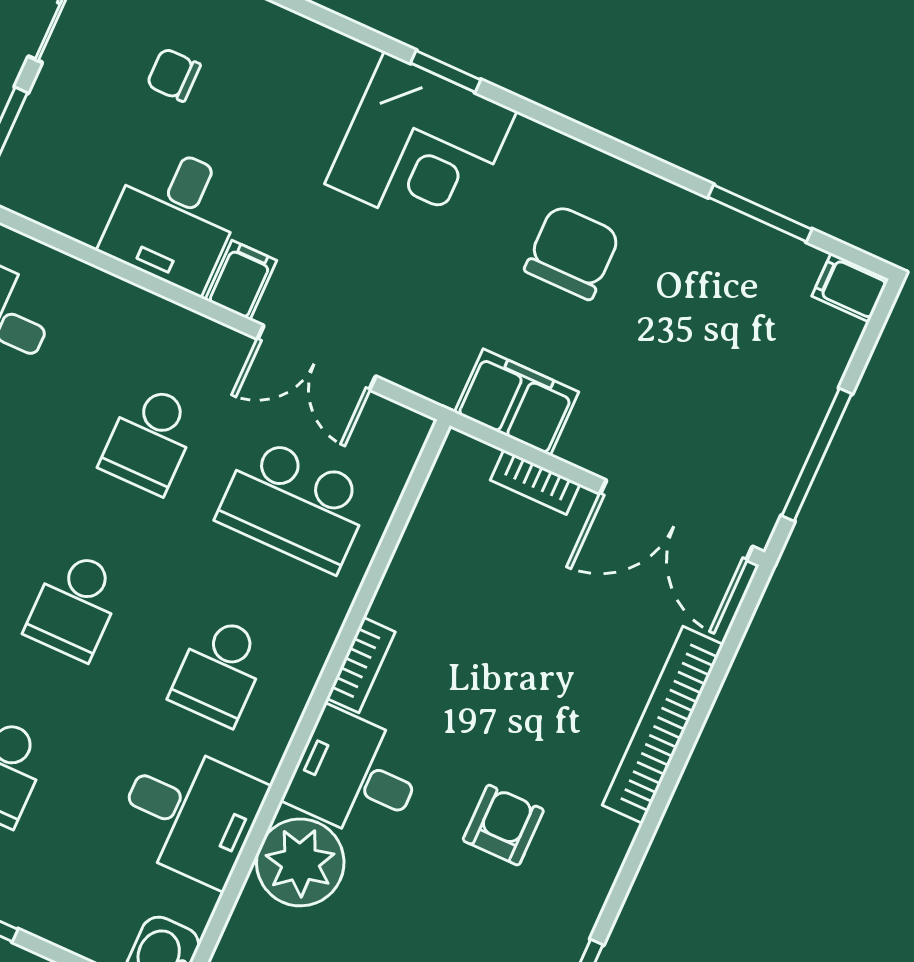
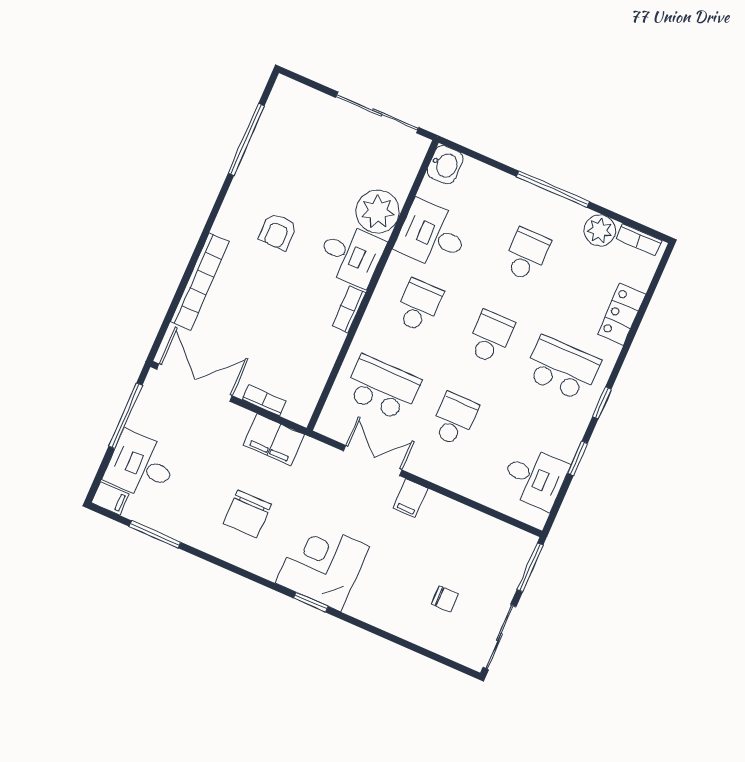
desk: (174, 218) -> (141, 466), moved, turned -90

